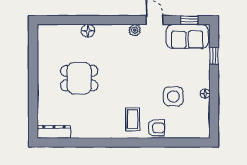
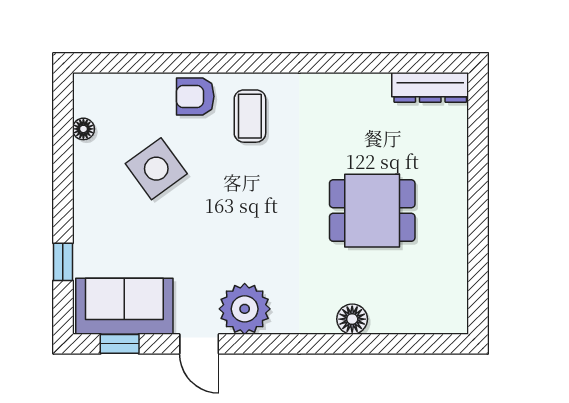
plant: (135, 30) -> (245, 309), width x1.87, depth x1.87
floor lamp: (205, 94) -> (83, 129), moved
side table: (173, 96) -> (156, 169), turned -36

